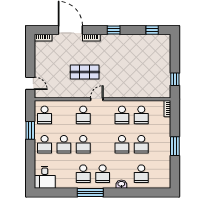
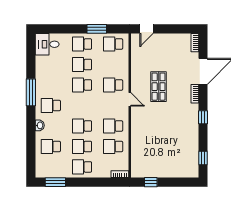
window: (175, 146) -> (55, 182), moved
school desk: (83, 174) -> (82, 167), moved

